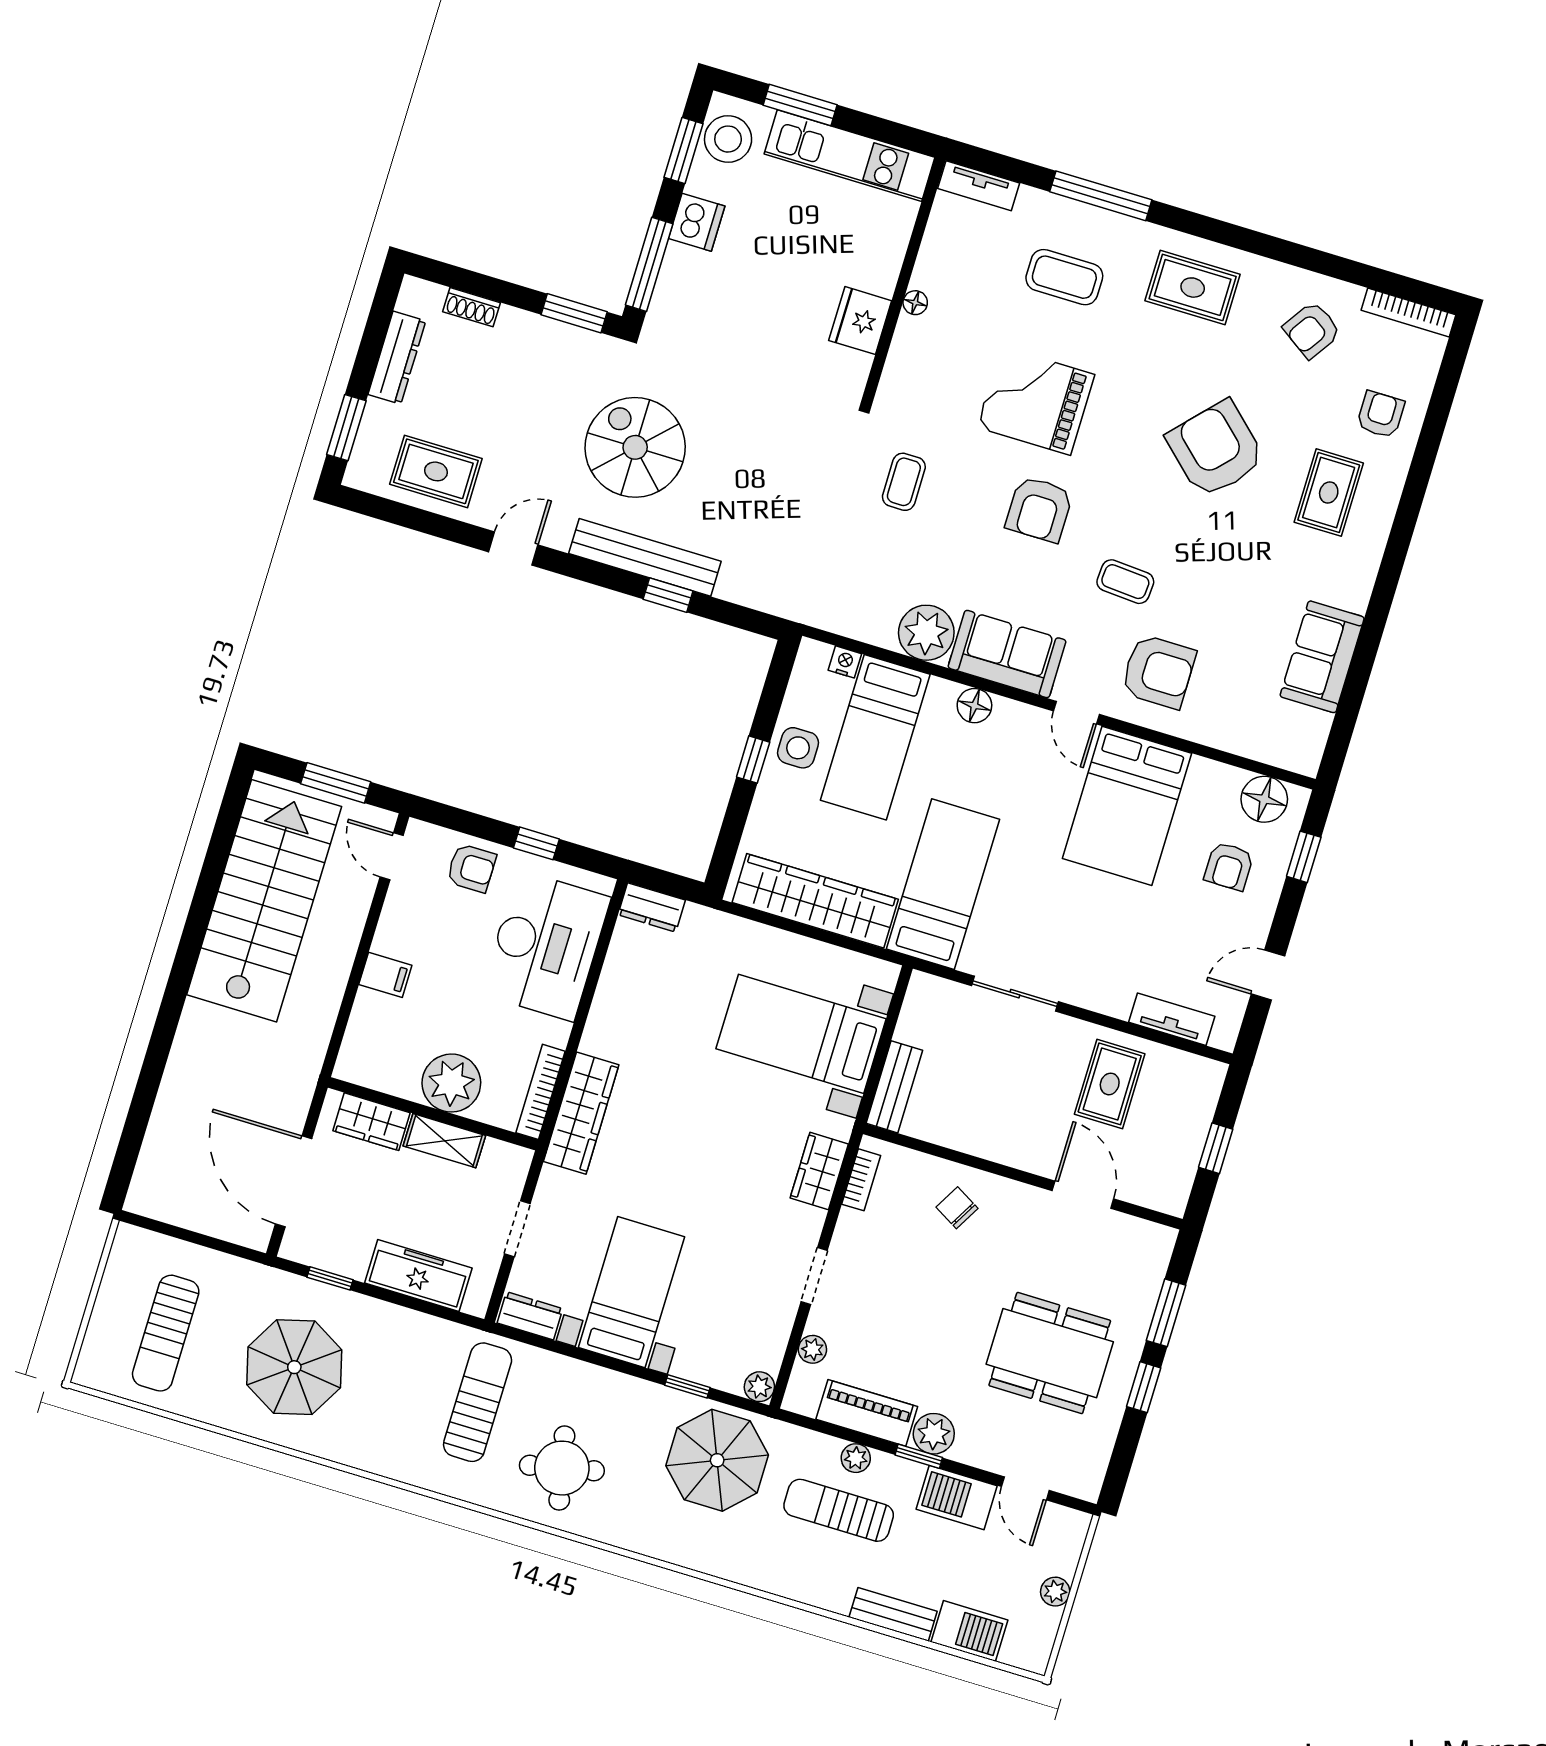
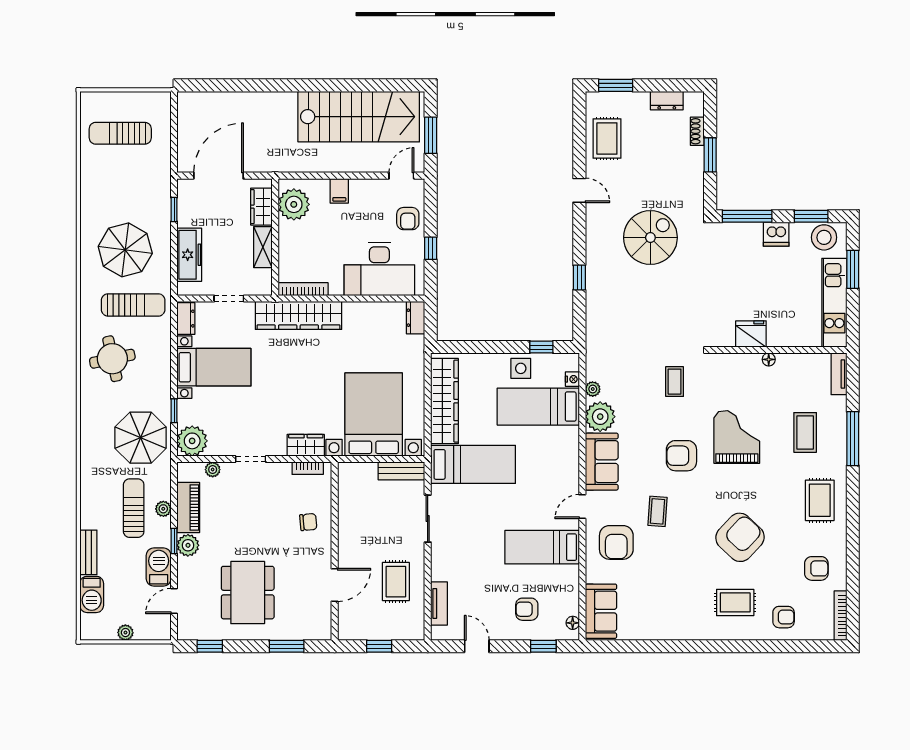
window: (574, 313) -> (710, 155), moved
armchair: (1312, 330) -> (816, 568), turned 146
dresser: (397, 358) -> (667, 101), width x0.70
coffee table: (904, 482) -> (675, 382), turned 90
bench: (645, 557) -> (595, 260), removed
plant: (873, 631) -> (593, 389), added
sofa: (1322, 657) -> (601, 611), moved, turned 90
floor lamp: (974, 706) -> (570, 453), removed
window: (753, 760) -> (541, 347), moved
floor lamp: (1264, 799) -> (573, 623), width x0.53, depth x0.53
bed: (1127, 806) -> (542, 547), width x0.67
bed with nightstands: (801, 1034) -> (374, 414), width x1.36
plant: (451, 1083) -> (294, 204), moved
rug: (1110, 1084) -> (396, 582), turned 90
bench: (894, 1087) -> (401, 471), moved
wardrobe: (581, 1113) -> (298, 315), width x1.40, depth x1.17
chair: (957, 1208) -> (308, 522), turned 55
parasol: (294, 1367) -> (125, 250), moved
plant: (759, 1387) -> (192, 441), width x1.88, depth x1.88
window: (1144, 1387) -> (210, 646), moved

